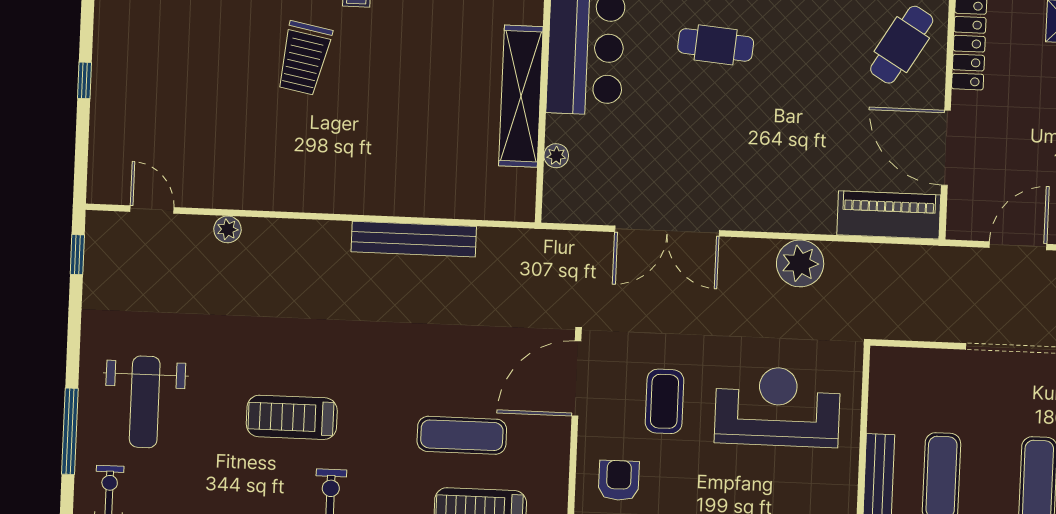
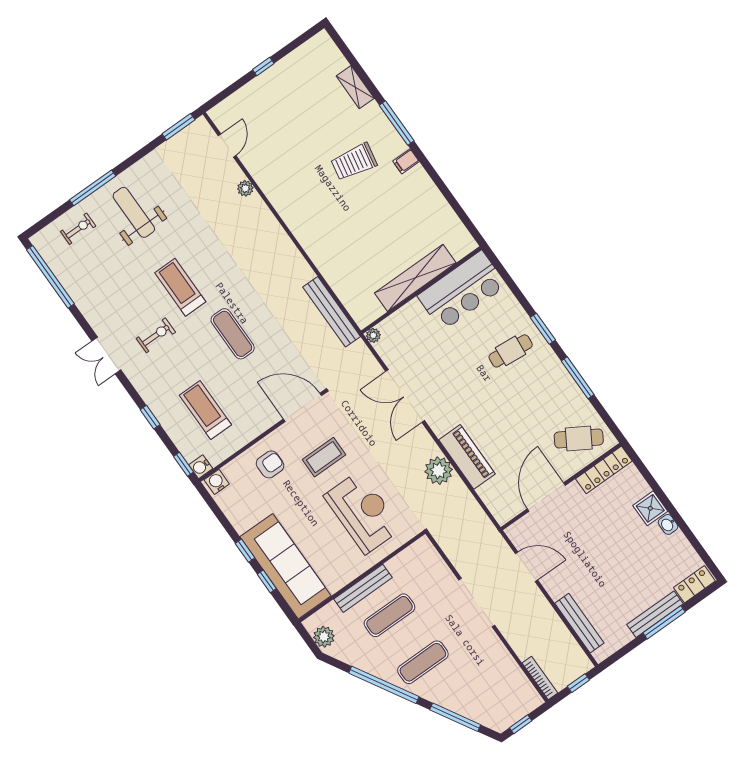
cafe table: (716, 45) -> (511, 351), turned 90
plant: (556, 156) -> (373, 335), moved
piano: (889, 215) -> (467, 457), moved
bench: (414, 239) -> (332, 312), moved
window: (77, 255) -> (179, 127), width x1.50
weight bench: (145, 402) -> (134, 212), turned 90
exercise mat: (462, 435) -> (233, 334), moved

